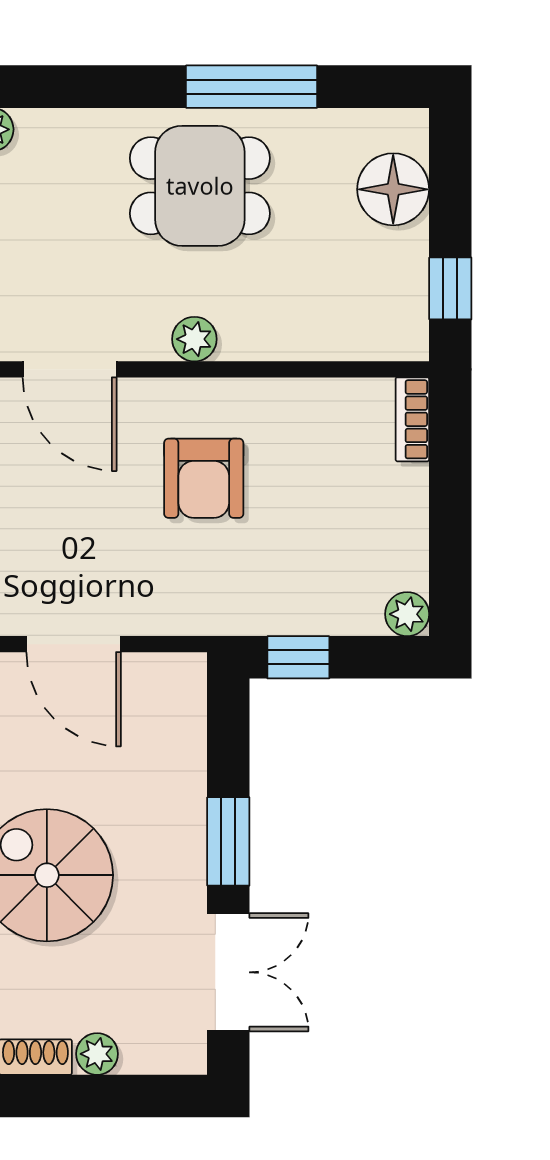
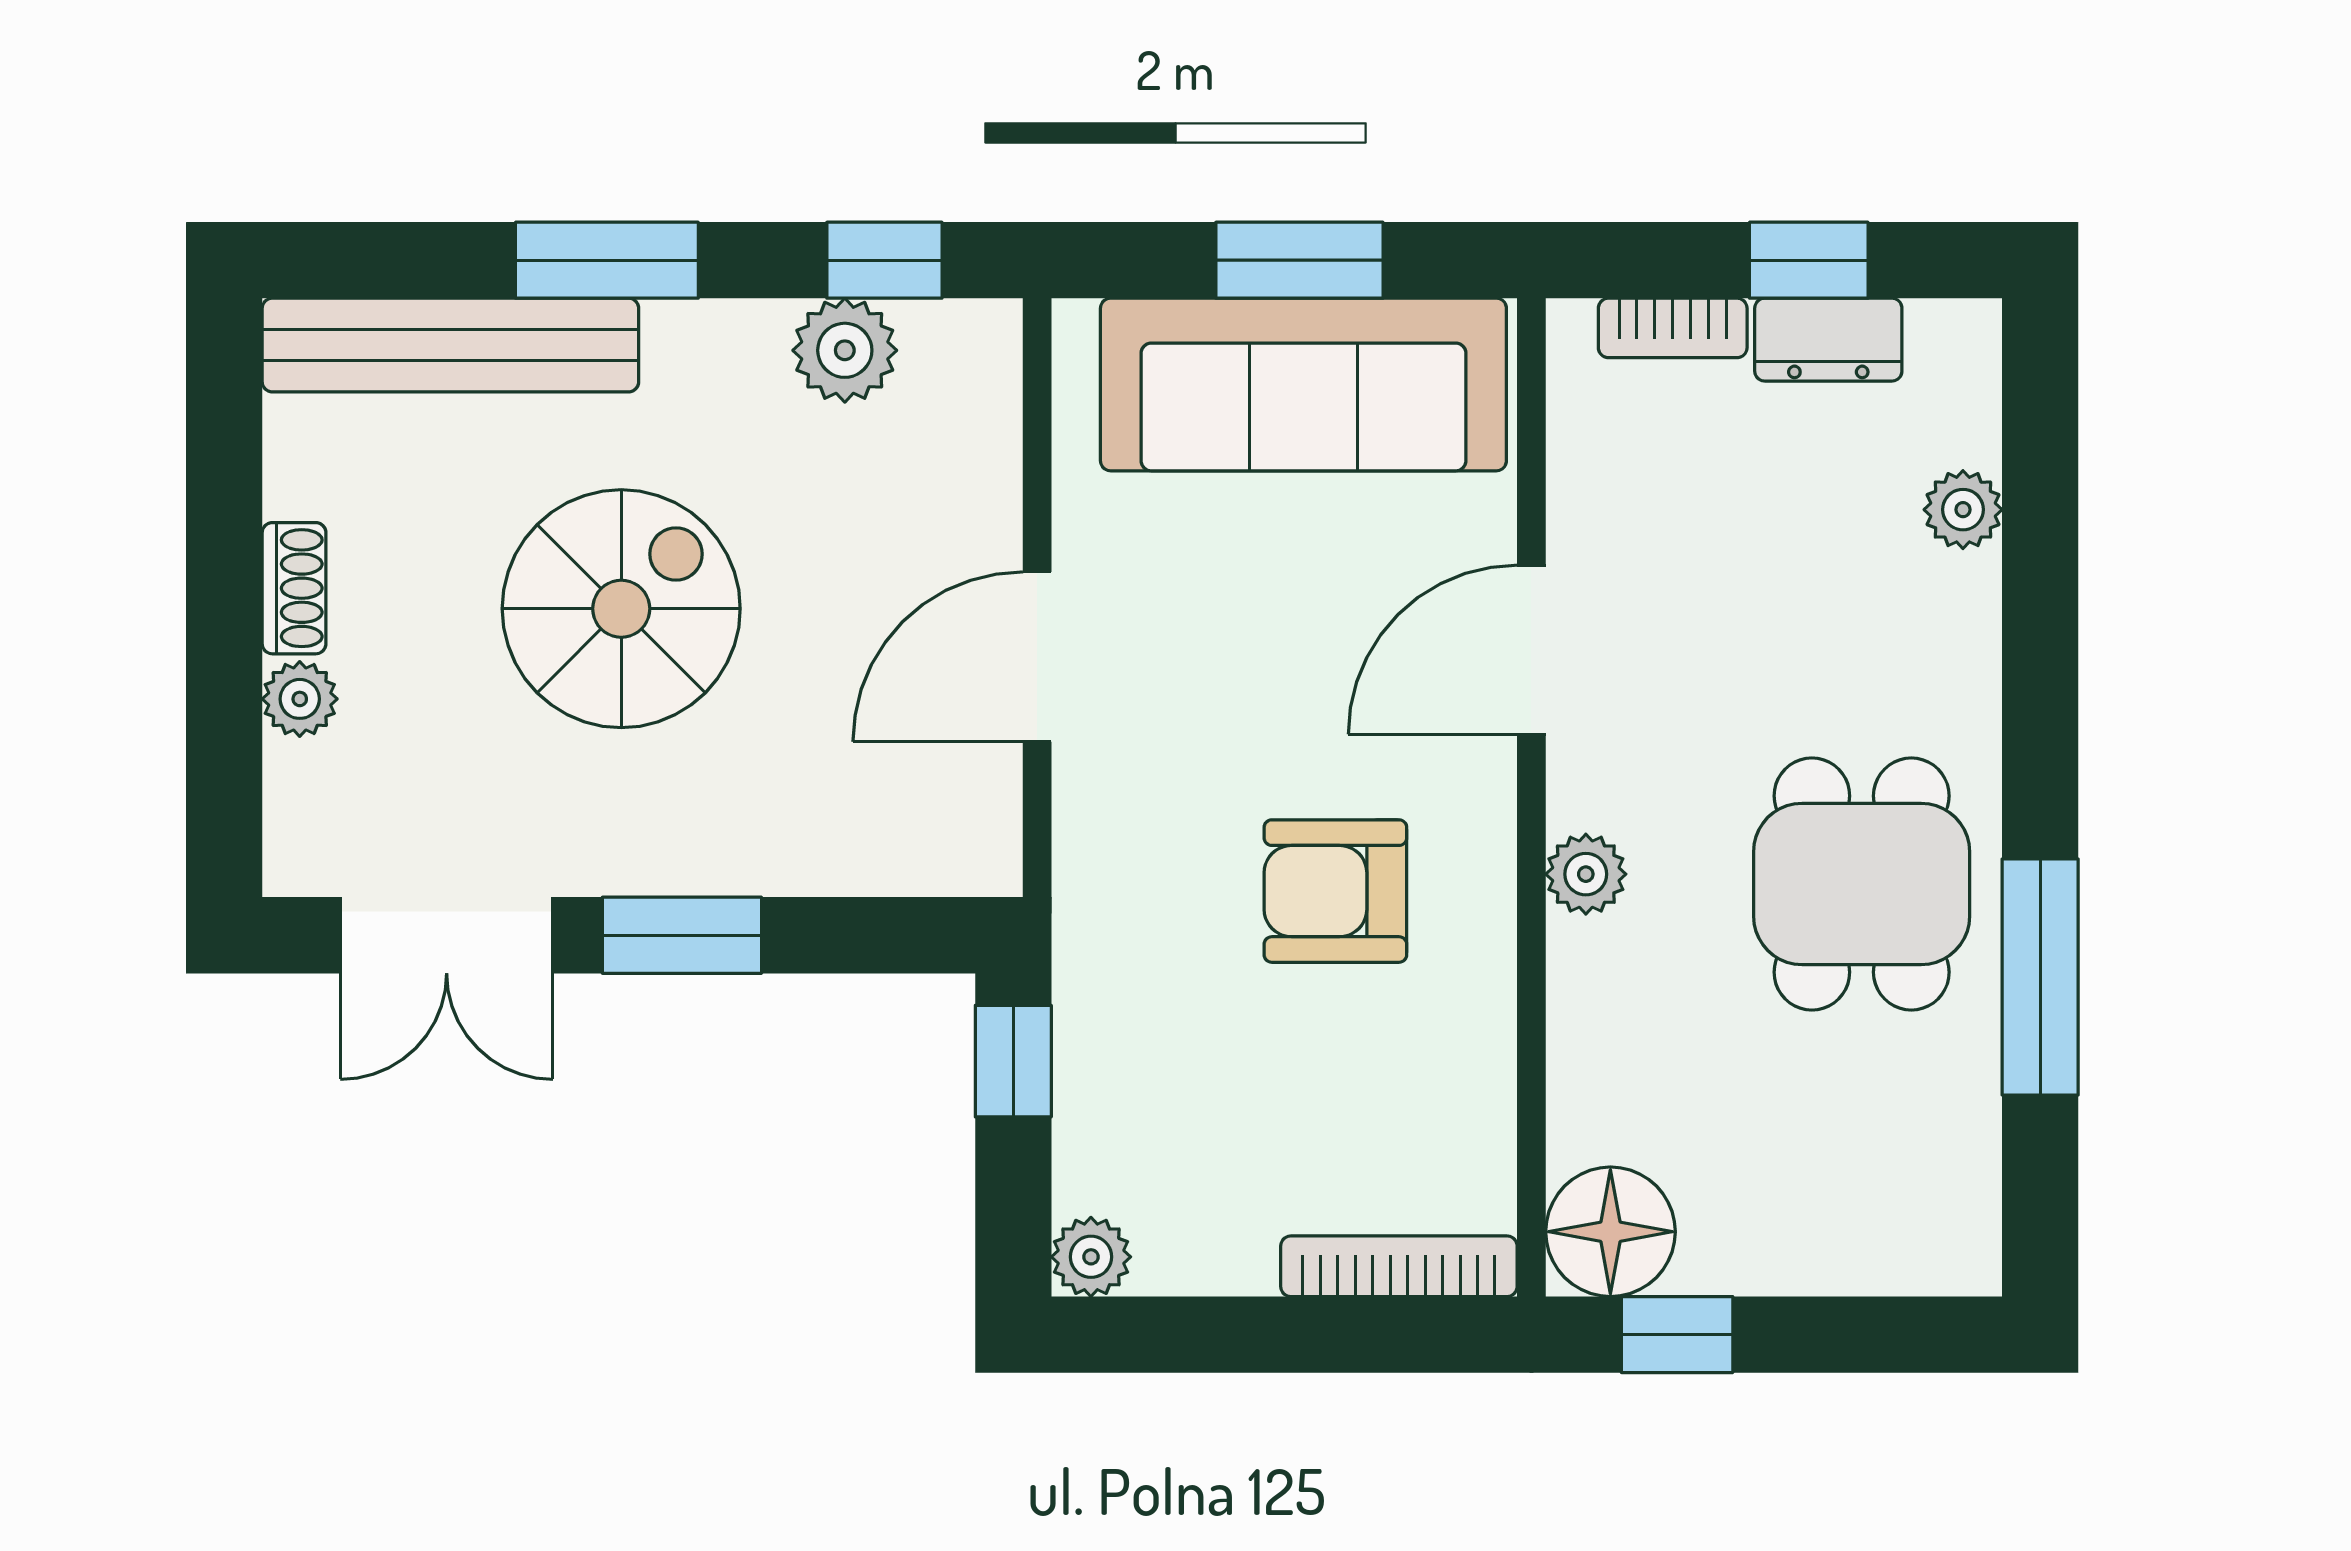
floor lamp: (393, 189) -> (1610, 1232), moved
bookcase: (412, 419) -> (1399, 1266), width x1.56

